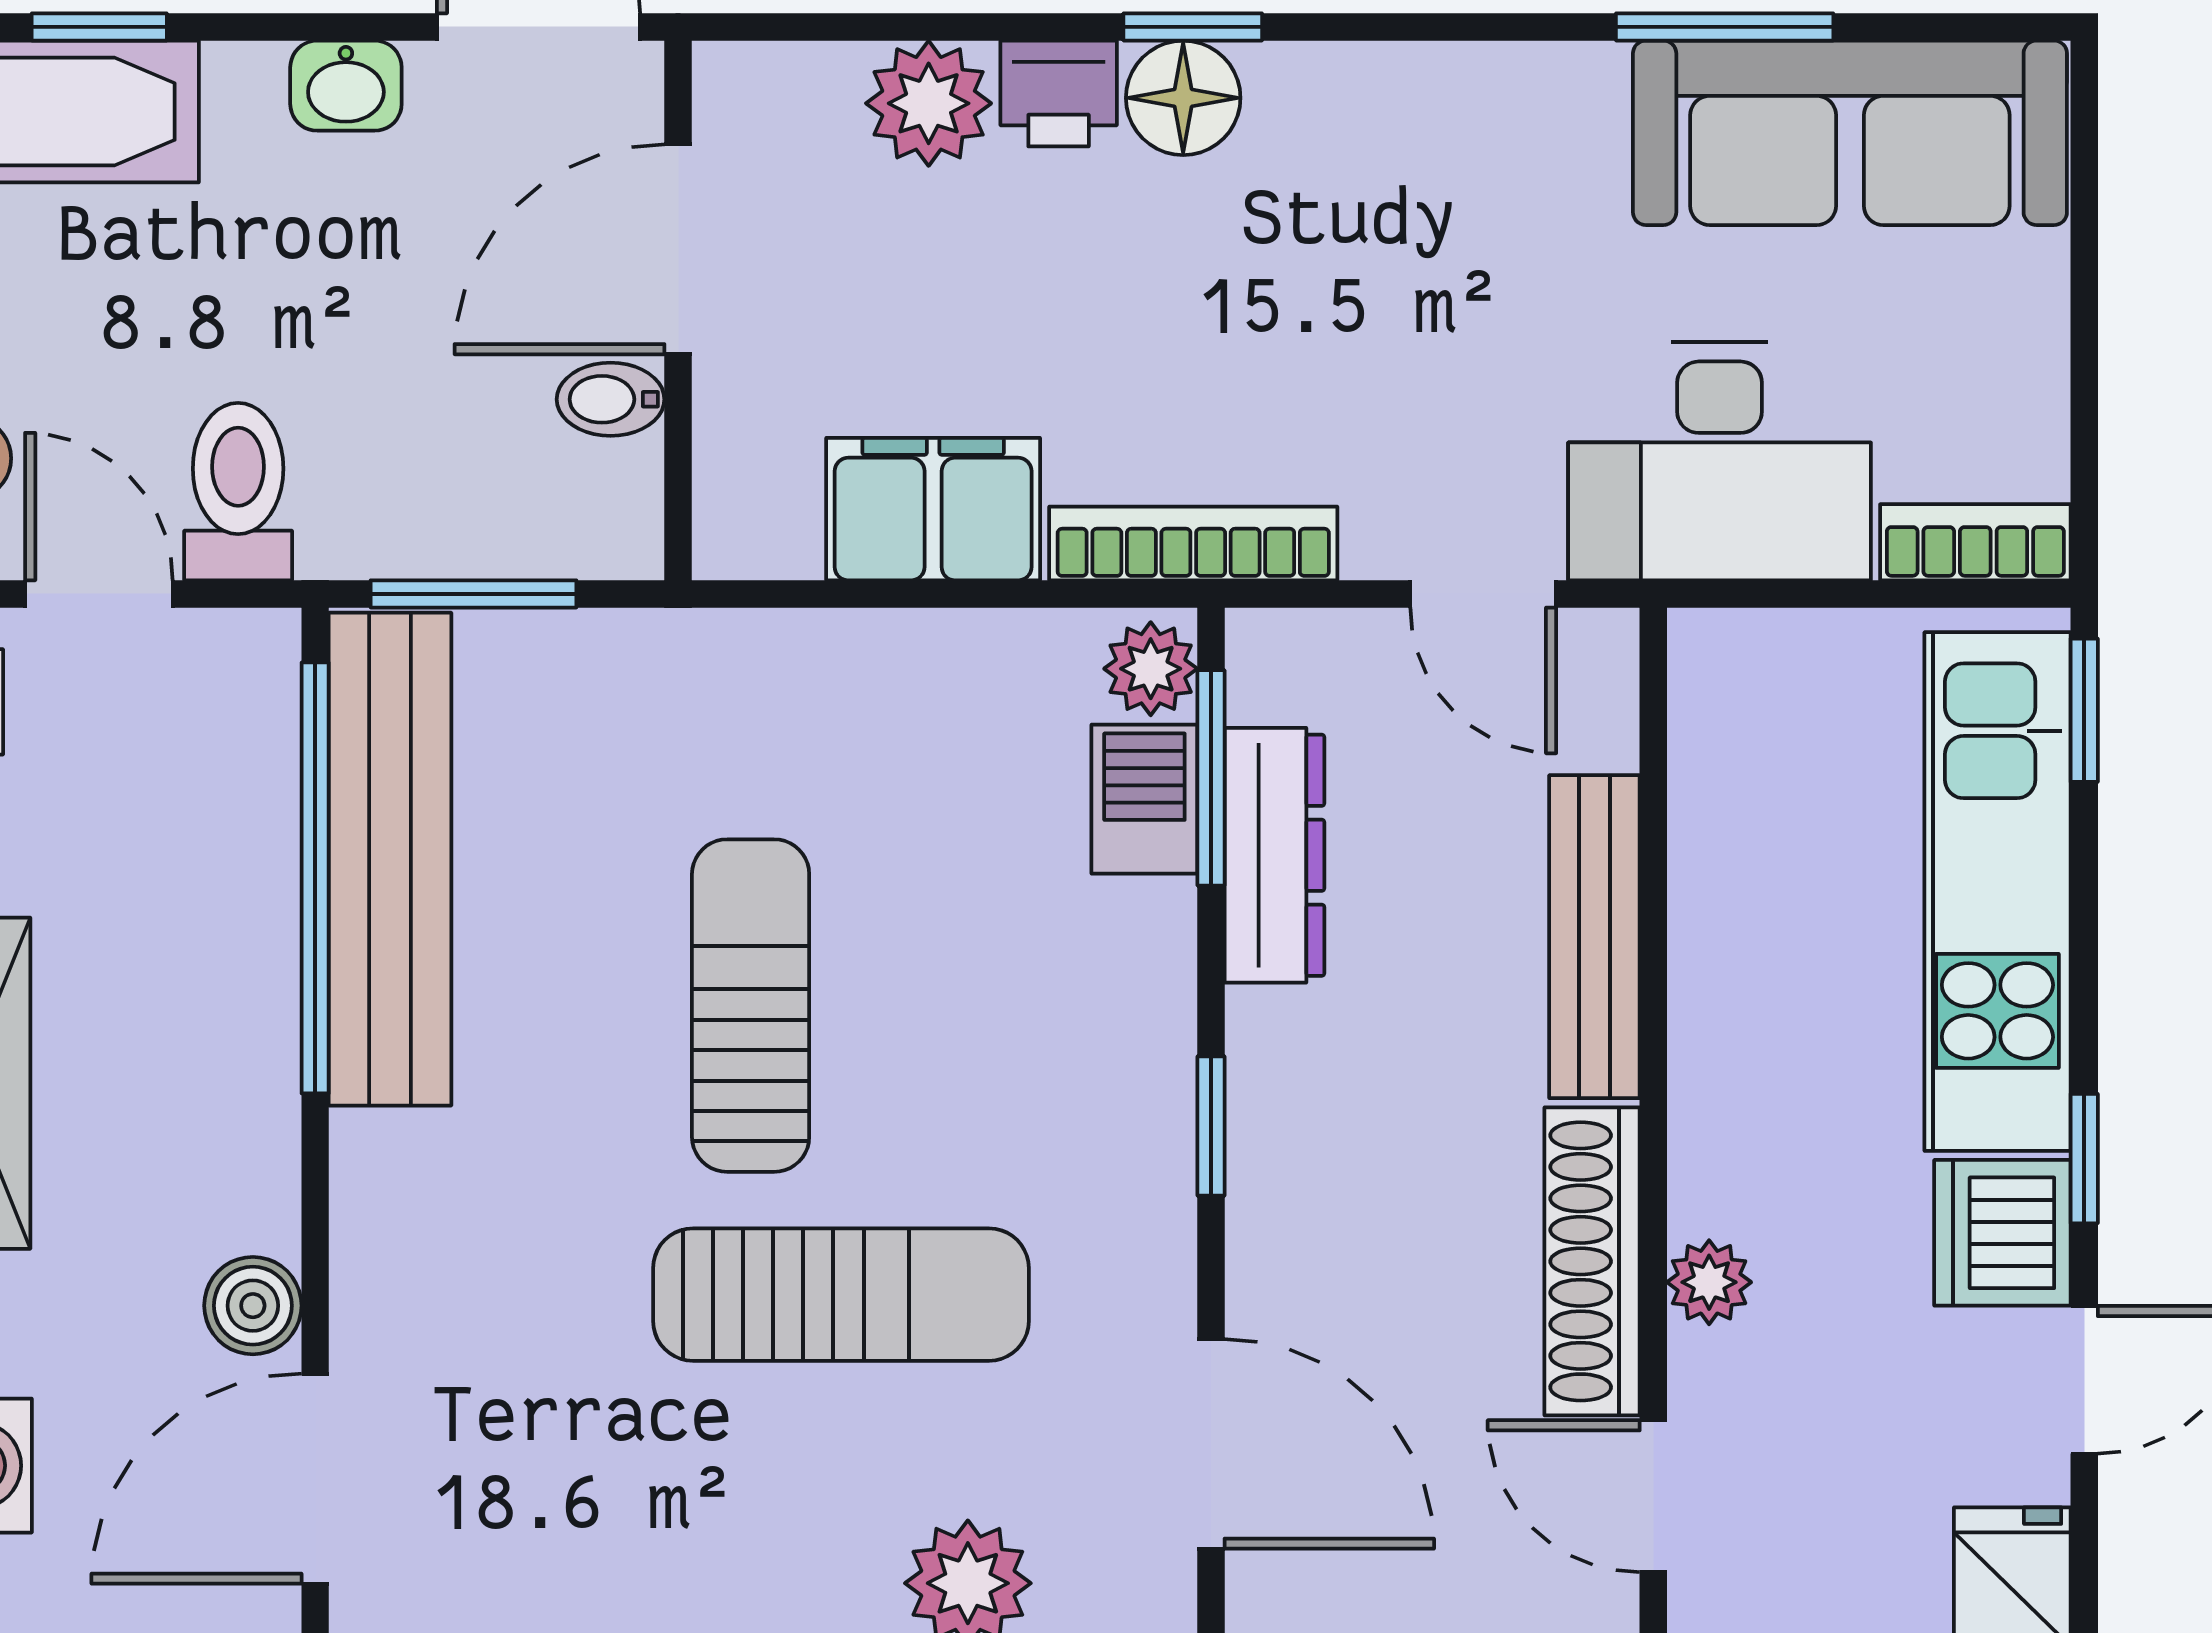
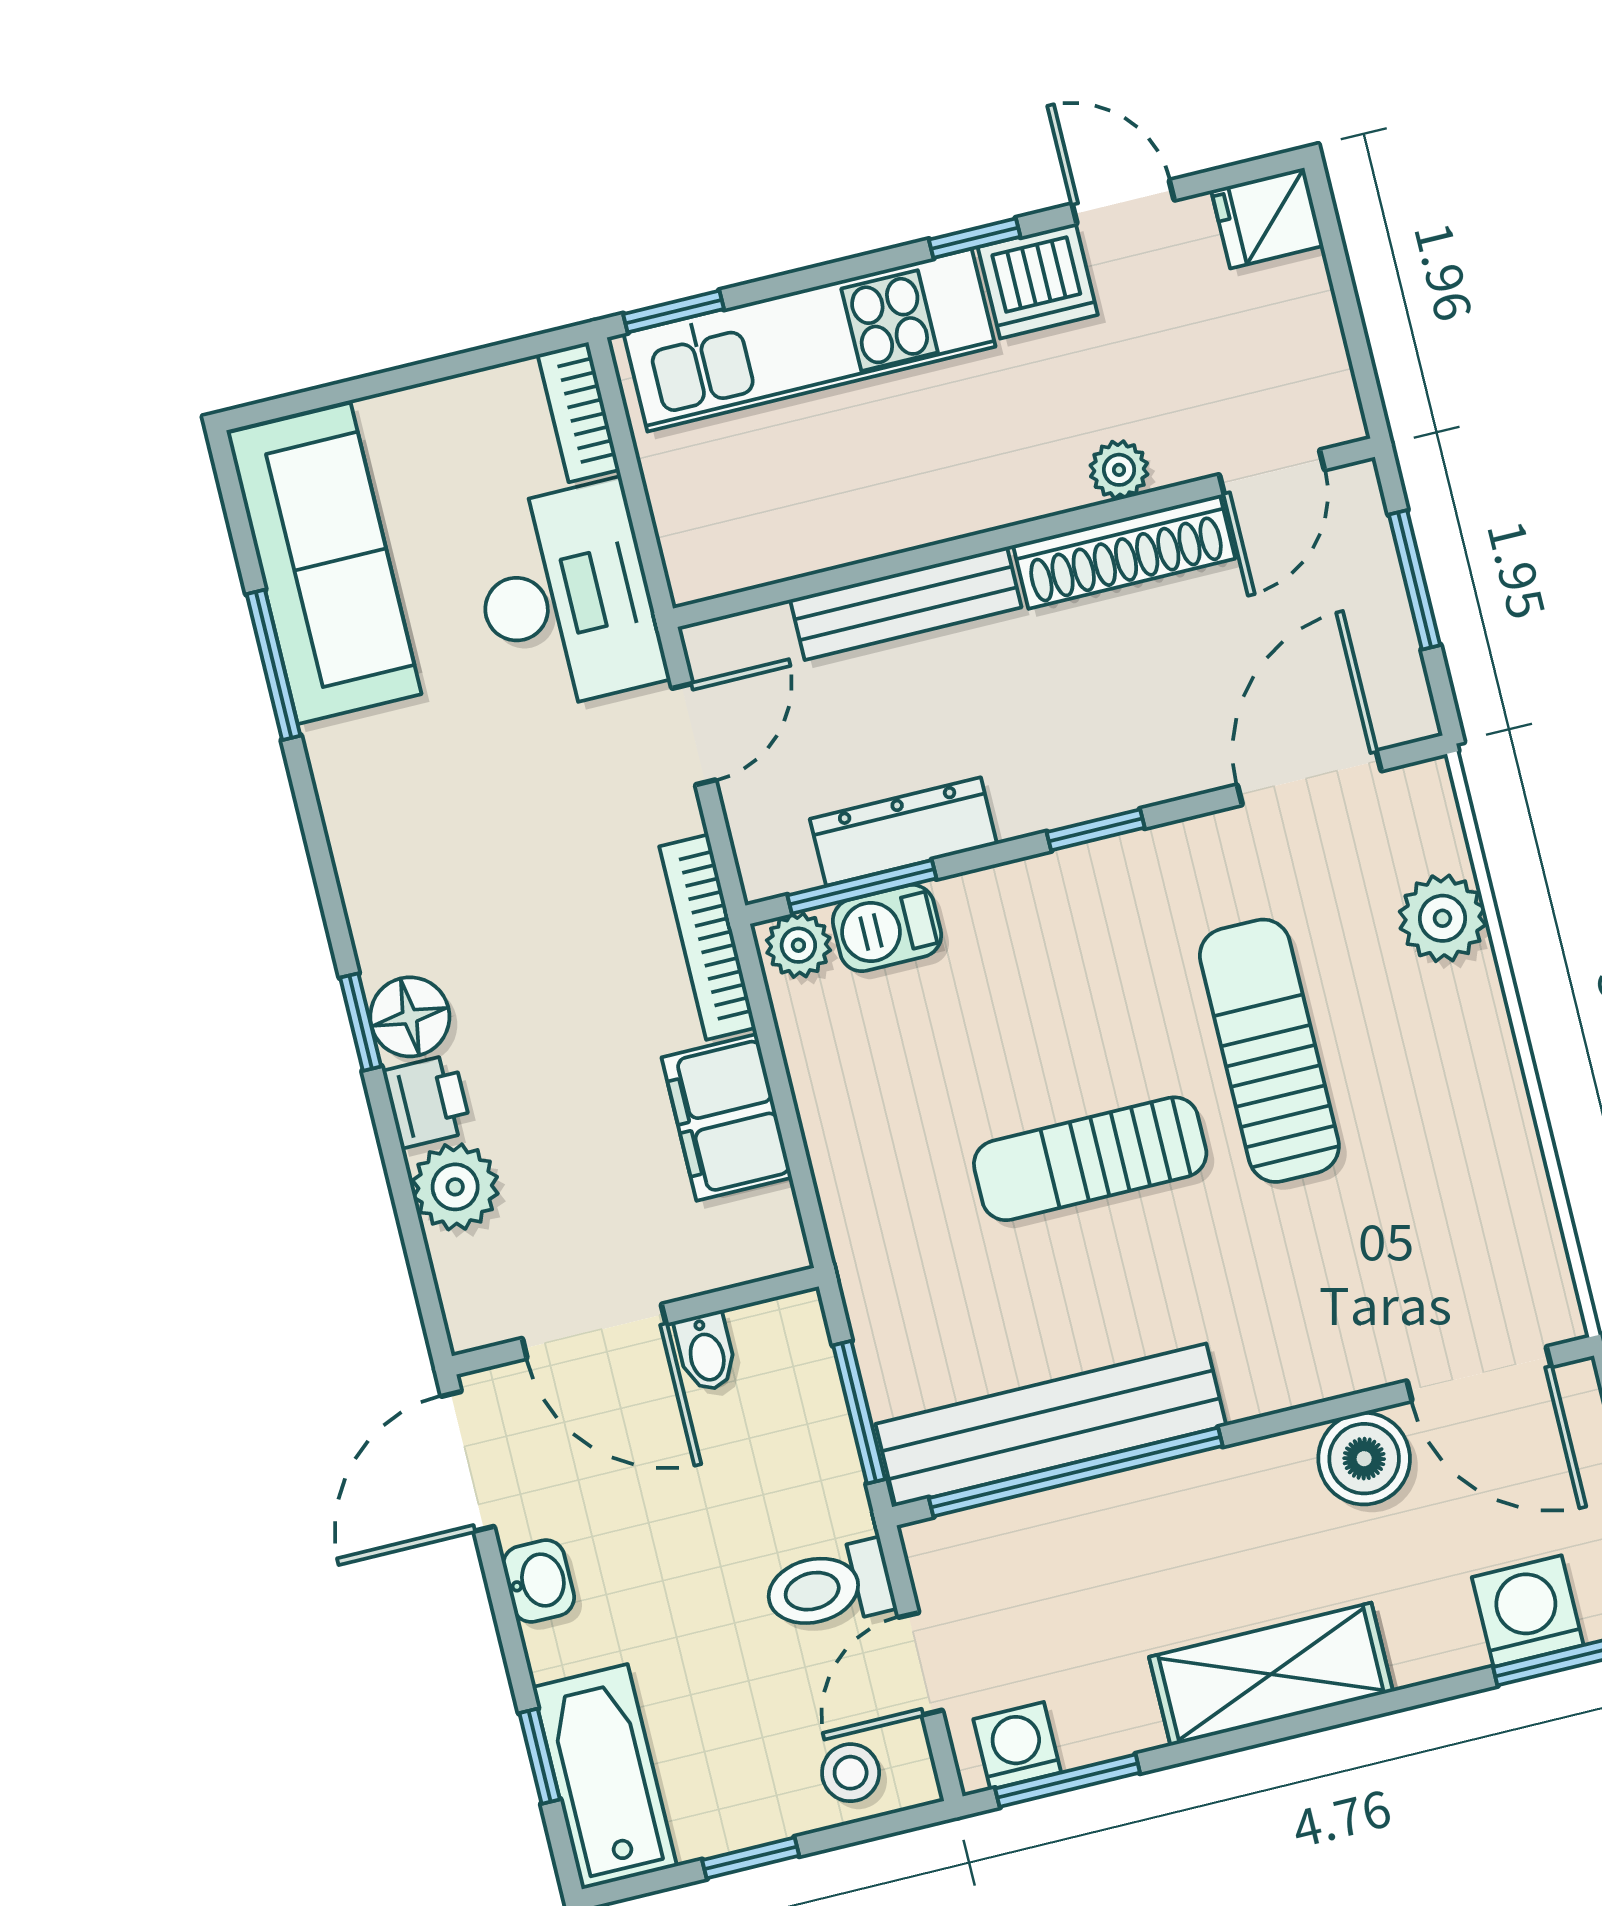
boiler: (253, 1306) -> (1364, 1459), width x1.36, depth x1.36

